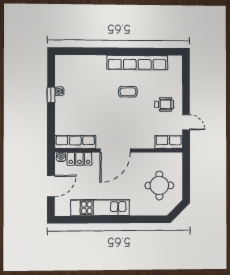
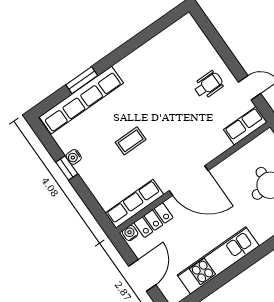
window: (95, 51) -> (82, 80), added
row of seats: (137, 63) -> (81, 100), moved
coffee table: (128, 92) -> (131, 141), moved
door: (115, 150) -> (189, 181), hinge flipped

